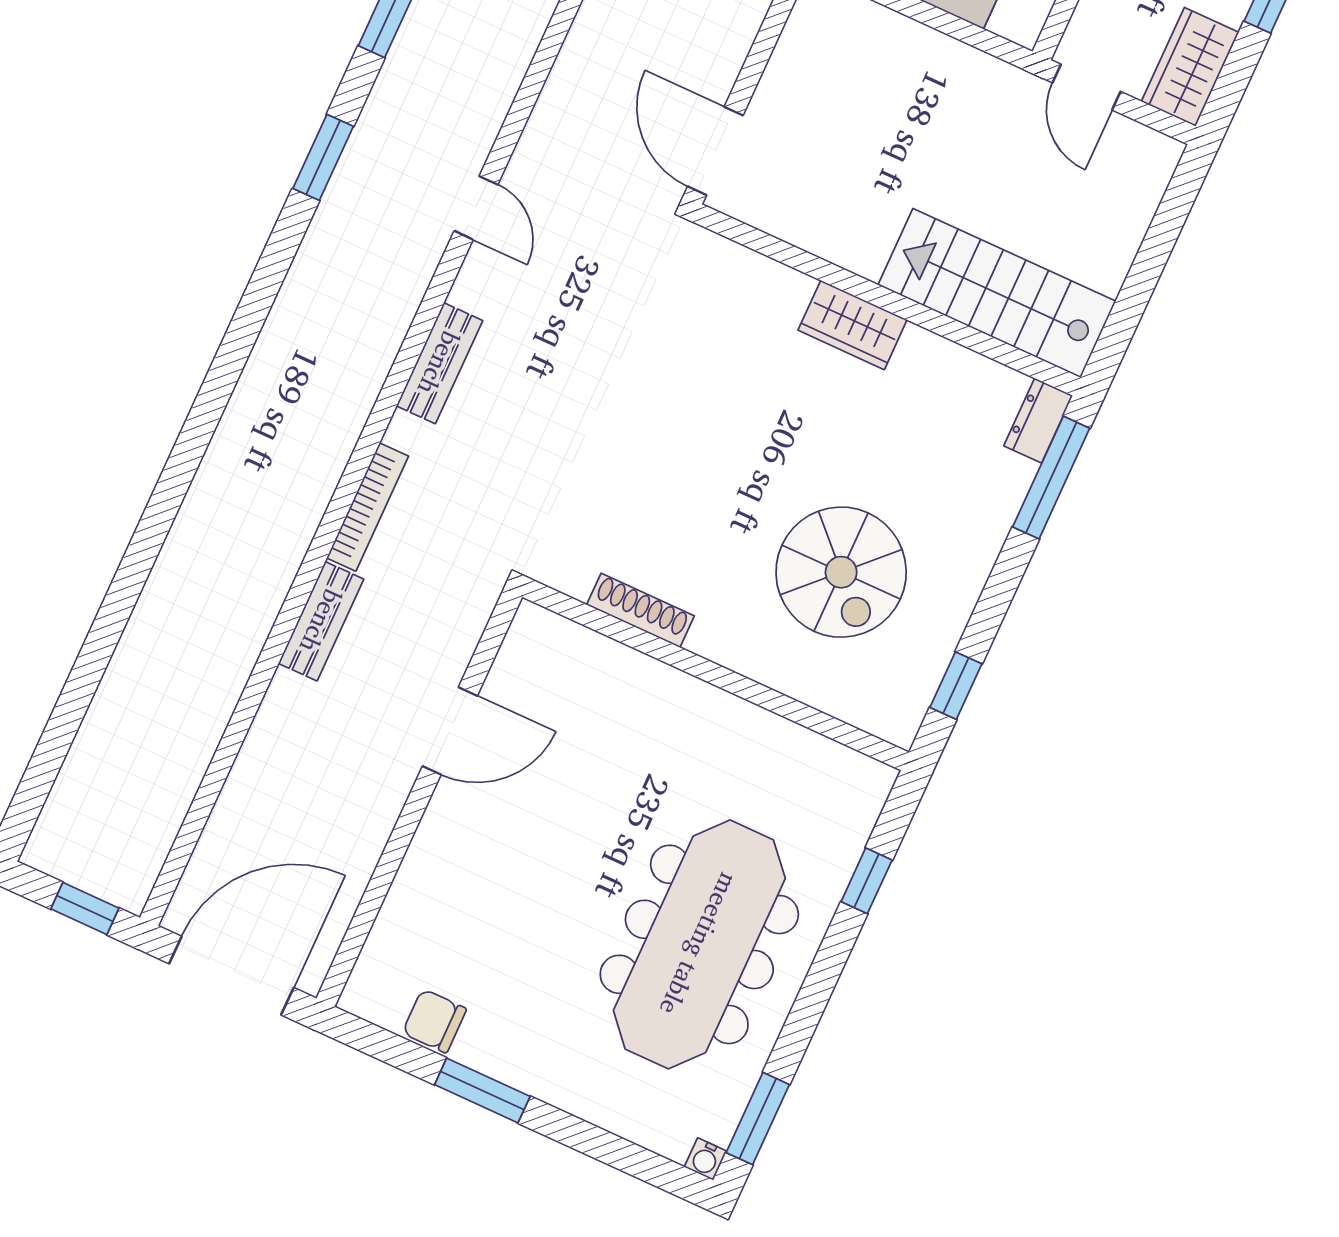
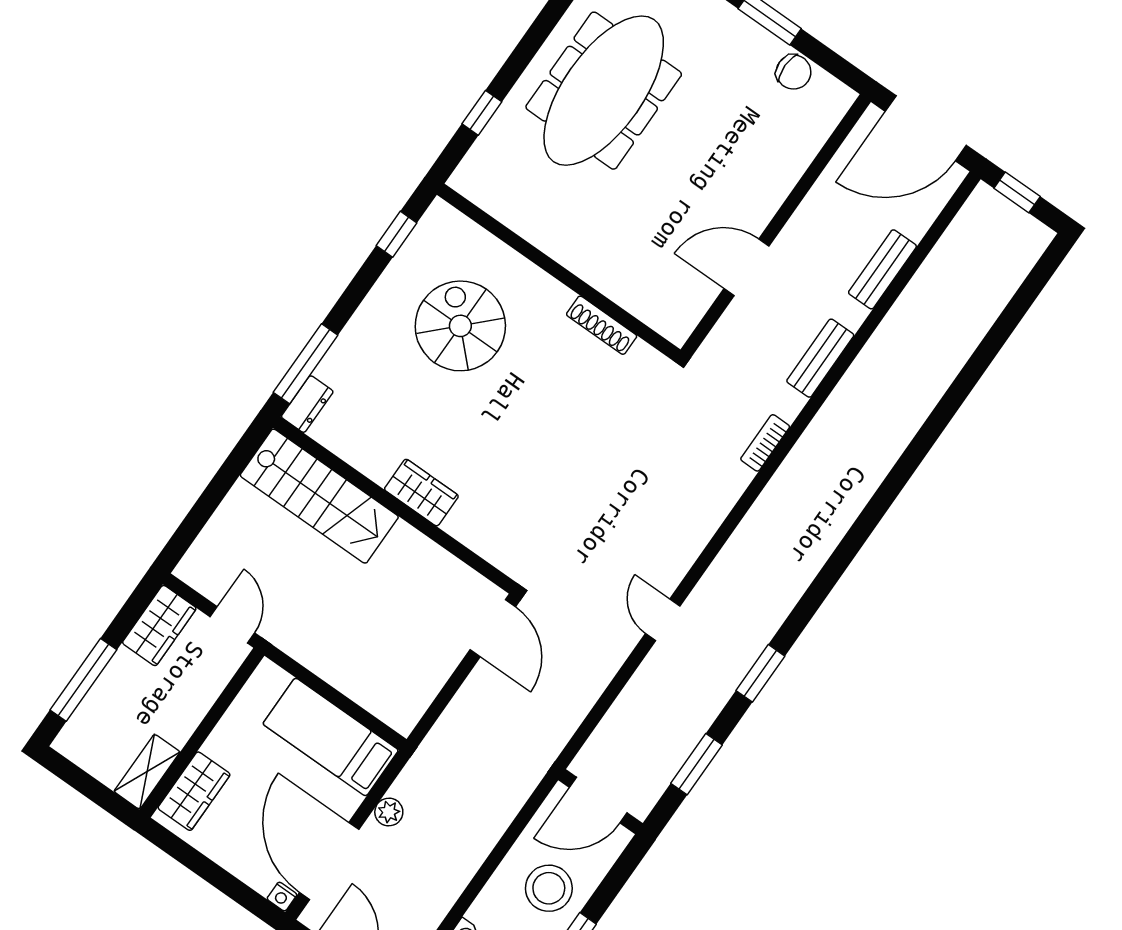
bench: (439, 363) -> (882, 269), moved
bookcase: (368, 507) -> (765, 443), width x0.64

